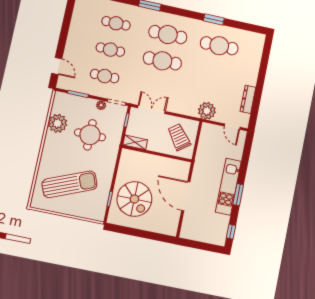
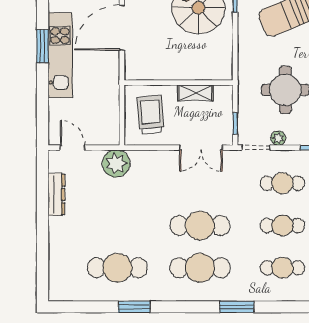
trolley: (179, 137) -> (150, 115), turned -148
shelving: (135, 142) -> (195, 93), moved
door: (186, 196) -> (122, 28), swing flipped

